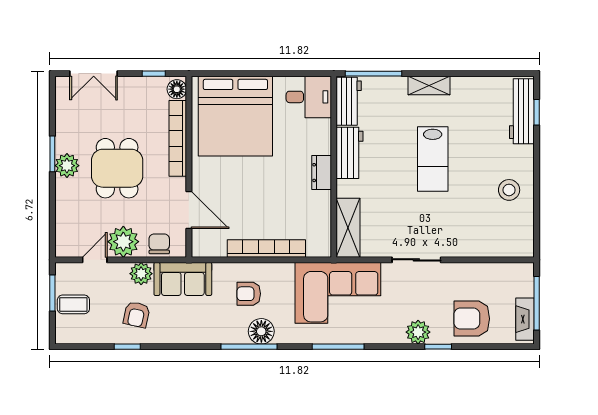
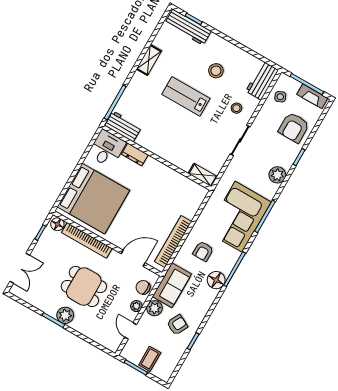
shelving: (429, 85) -> (149, 60), moved
workbench: (350, 153) -> (262, 81), moved, turned -90
lab bench: (433, 159) -> (186, 96), turned 180
dresser: (322, 173) -> (135, 155), moved
stool: (509, 190) -> (216, 71), moved
shelving: (348, 228) -> (203, 175), width x0.67, depth x0.75
stool: (455, 232) -> (236, 108), added
plant: (123, 242) -> (136, 306), width x0.53, depth x0.53
bookcase: (266, 248) -> (173, 242), moved
side table: (501, 279) -> (280, 97), added
corner sofa: (338, 293) -> (239, 217), moved, turned 180
armchair: (137, 315) -> (177, 325), turned -75
floor lamp: (261, 331) -> (216, 280), moved
plant: (418, 332) -> (277, 175), moved

